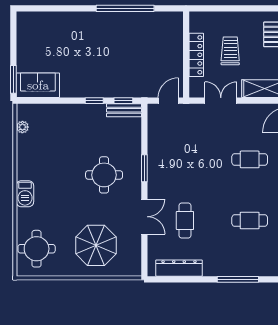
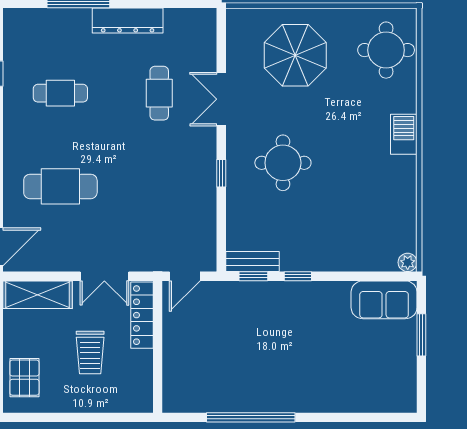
locker: (196, 55) -> (142, 315), moved
window: (13, 79) -> (421, 335), moved
plant: (22, 127) -> (408, 262), moved
cafe table: (250, 159) -> (60, 186), width x1.37, depth x1.35
window: (144, 168) -> (221, 173), width x0.67
dresser: (179, 268) -> (128, 20), moved

